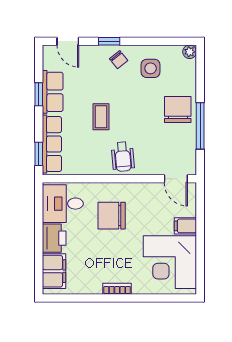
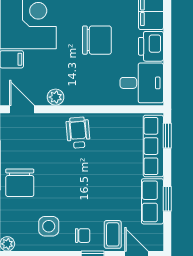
chair: (119, 60) -> (83, 236), turned 129
coffee table: (101, 117) -> (113, 234), moved
plant: (144, 190) -> (56, 97), added
chair: (112, 216) -> (97, 40), moved

